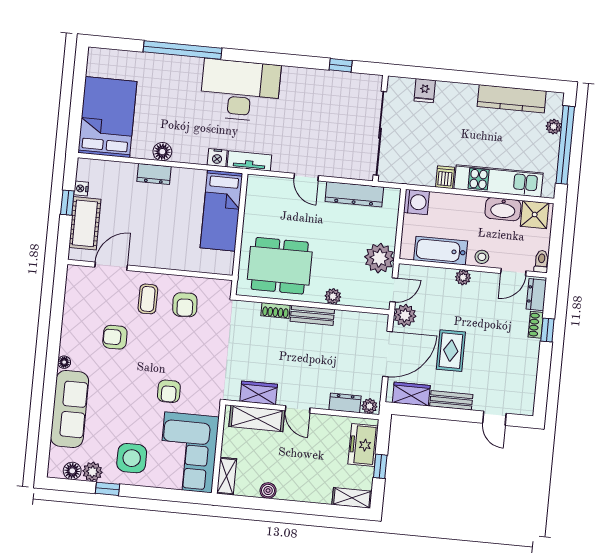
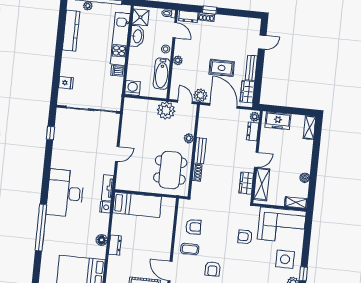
dresser: (354, 194) -> (128, 125), removed
armchair: (169, 391) -> (245, 237), turned 180
window: (380, 466) -> (291, 111), removed

